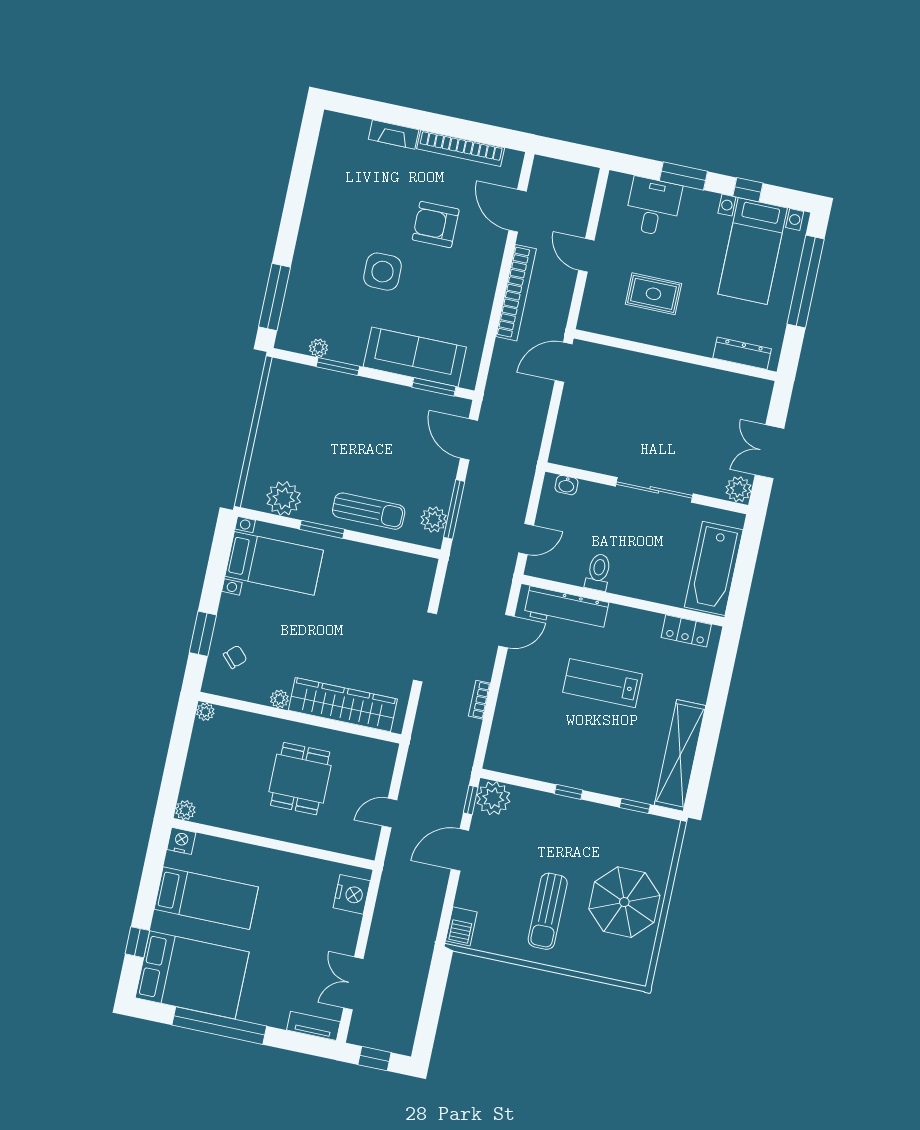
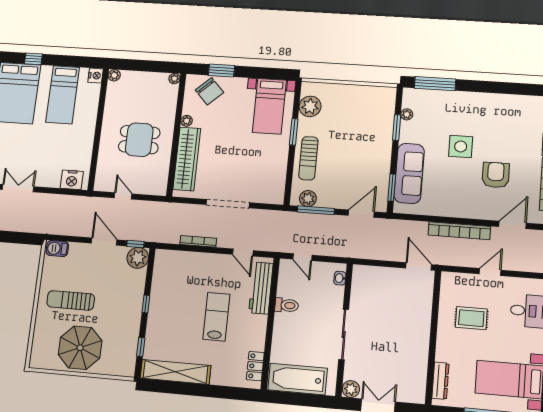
rug: (653, 294) -> (471, 318), turned 90
chair: (235, 657) -> (209, 91), width x1.87, depth x1.87
bookcase: (479, 700) -> (198, 241), width x1.56

